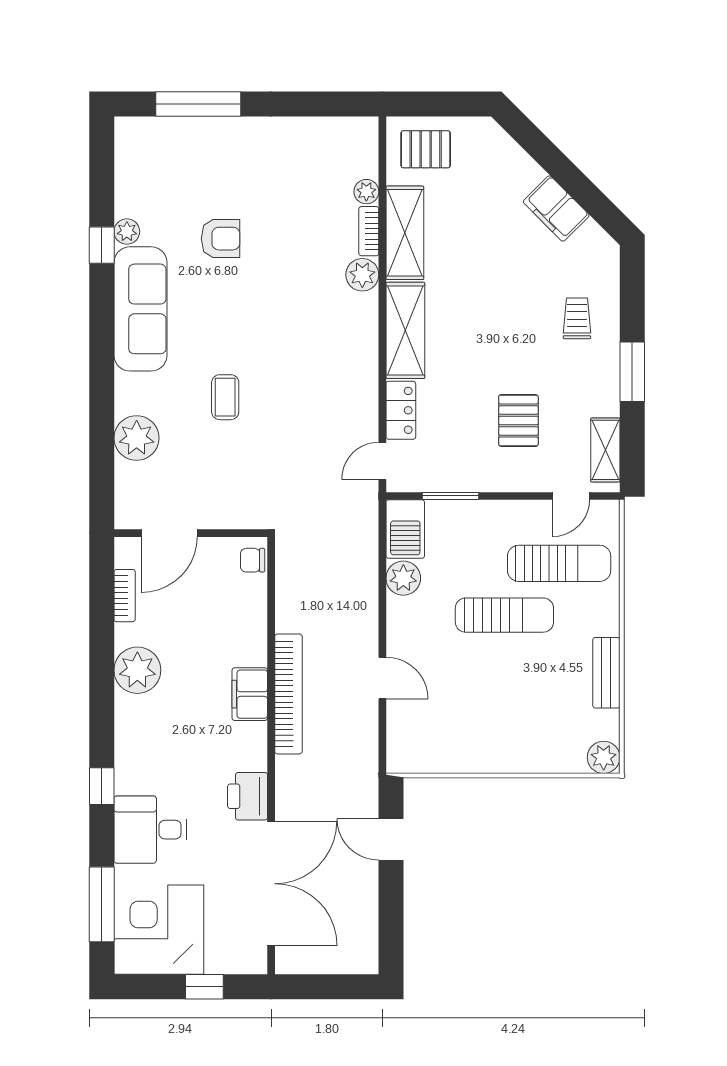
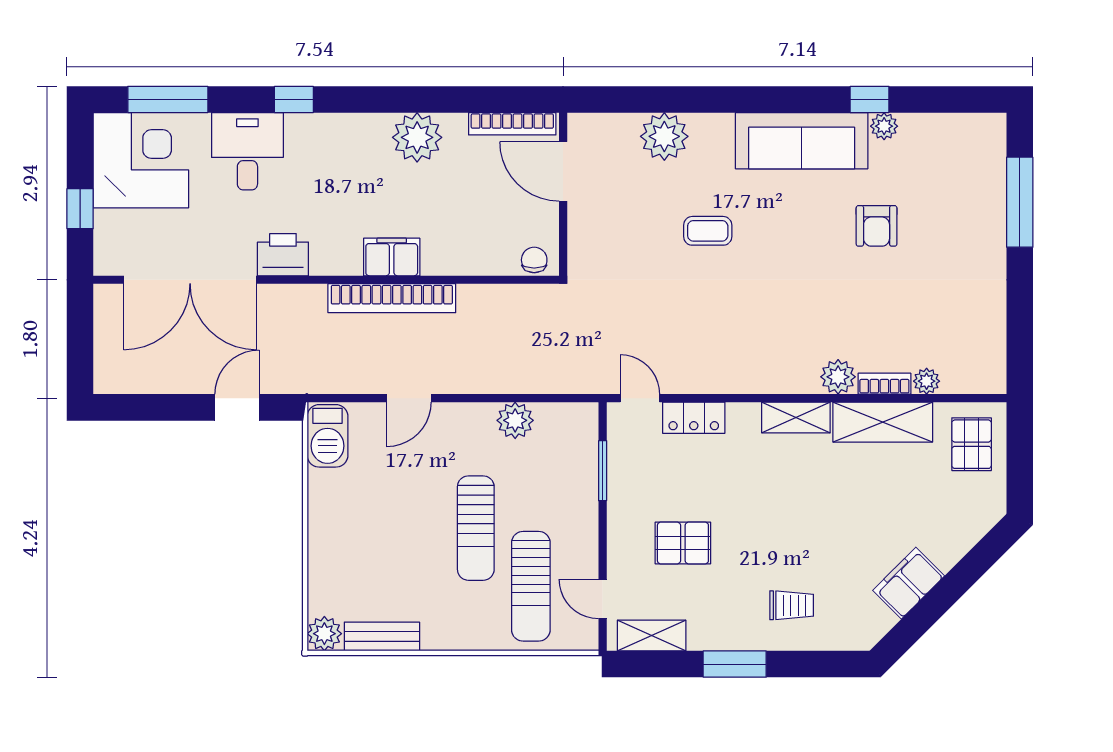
shelving: (405, 330) -> (796, 418), width x0.67, depth x0.75
barbecue: (405, 529) -> (328, 436), moved, turned -90
bookcase: (125, 596) -> (512, 124), width x1.56
bench: (606, 673) -> (382, 637), moved

